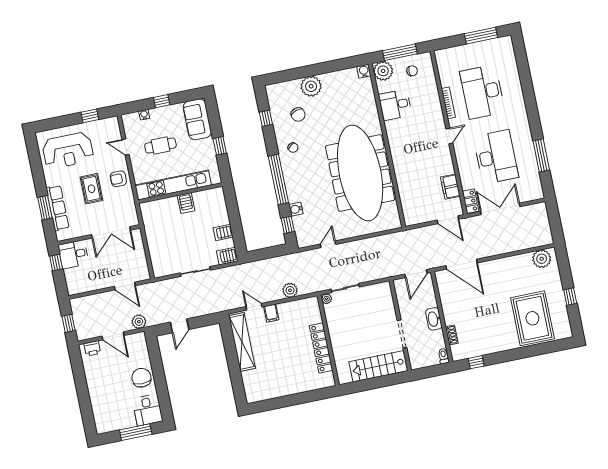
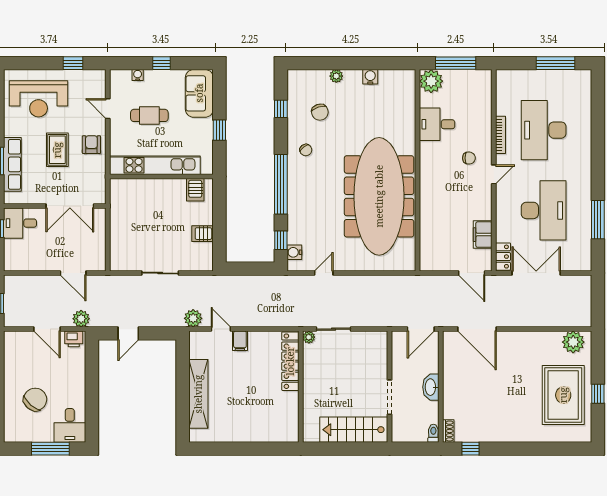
water cooler: (364, 71) -> (370, 77), moved
chair: (412, 71) -> (469, 158), moved
plant: (311, 86) -> (336, 76), width x0.53, depth x0.53
armchair: (118, 179) -> (91, 145), turned 90
server rack: (186, 203) -> (195, 190), moved
water cooler: (296, 209) -> (294, 252), moved
server rack: (227, 256) -> (202, 262), removed
plant: (290, 290) -> (193, 318), moved
rug: (532, 318) -> (563, 395), moved
shoe rack: (452, 335) -> (448, 431), moved
shelving: (242, 342) -> (198, 394), moved
printer: (92, 348) -> (74, 339), moved
locker: (321, 348) -> (290, 361), moved
chair: (141, 378) -> (35, 399), moved, turned 41

